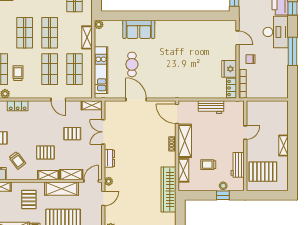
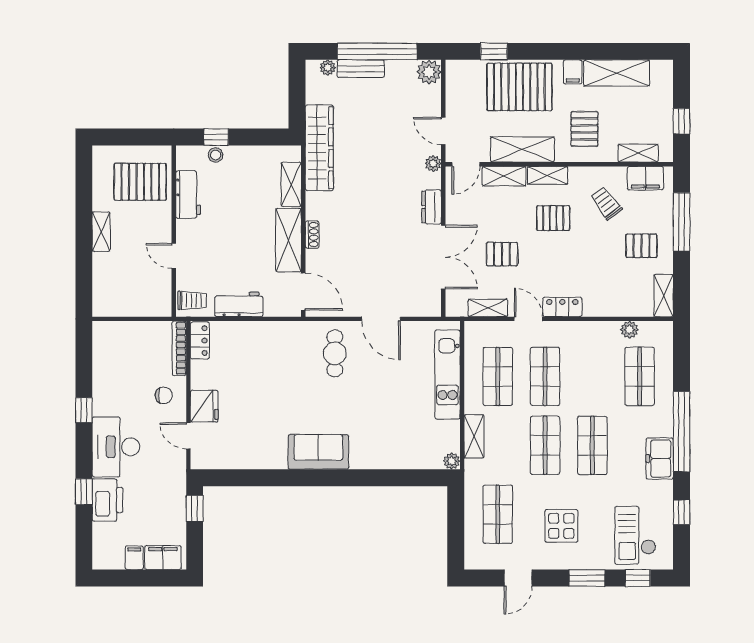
sofa: (139, 29) -> (318, 452), moved
window: (293, 51) -> (84, 410), width x0.46
cafe table: (132, 64) -> (335, 353), moved
fridge: (229, 69) -> (204, 406), moved
trolley: (18, 73) -> (605, 369), removed
shelving: (92, 105) -> (488, 308), moved
locker: (18, 106) -> (562, 307), moved
double door: (103, 132) -> (443, 257), width x1.37
door: (245, 133) -> (174, 256), hinge flipped
trolley: (208, 165) -> (192, 300), moved
door: (103, 198) -> (443, 131), hinge flipped

